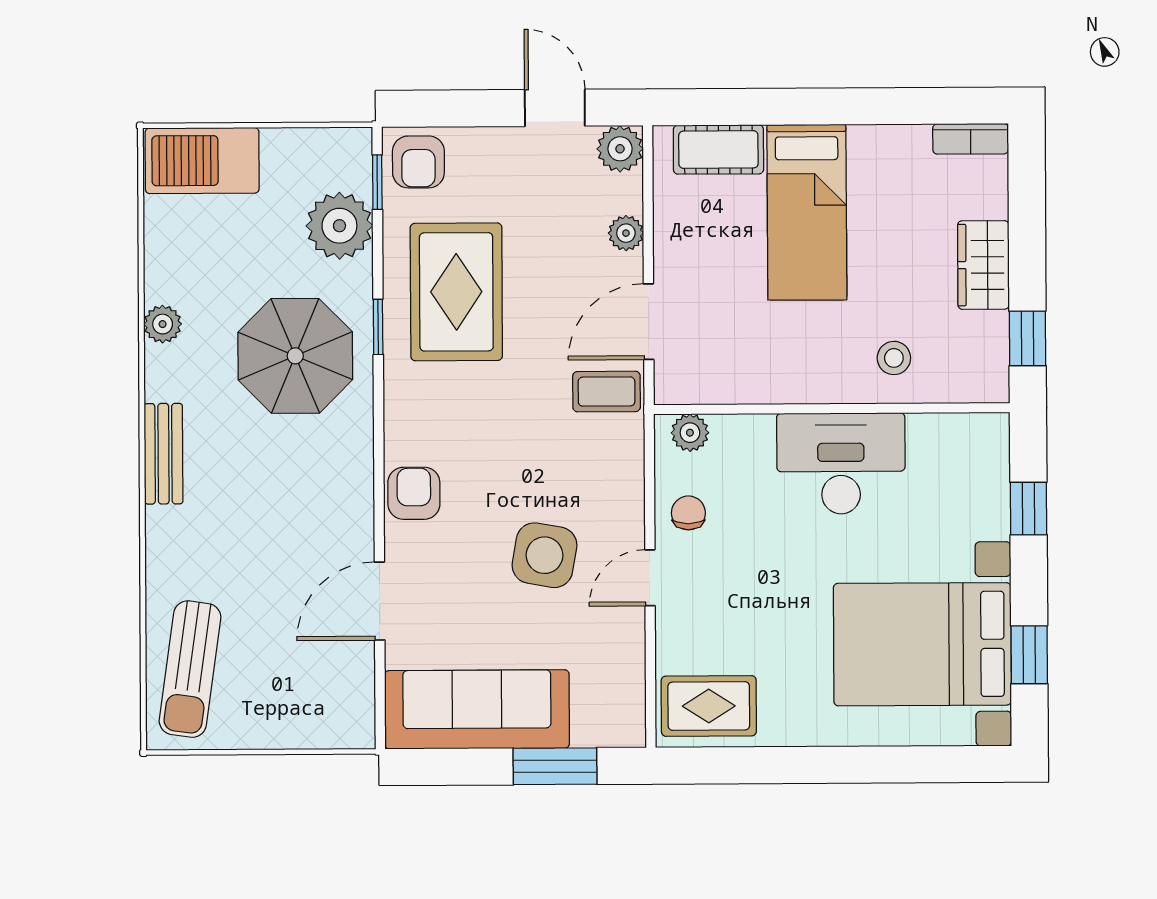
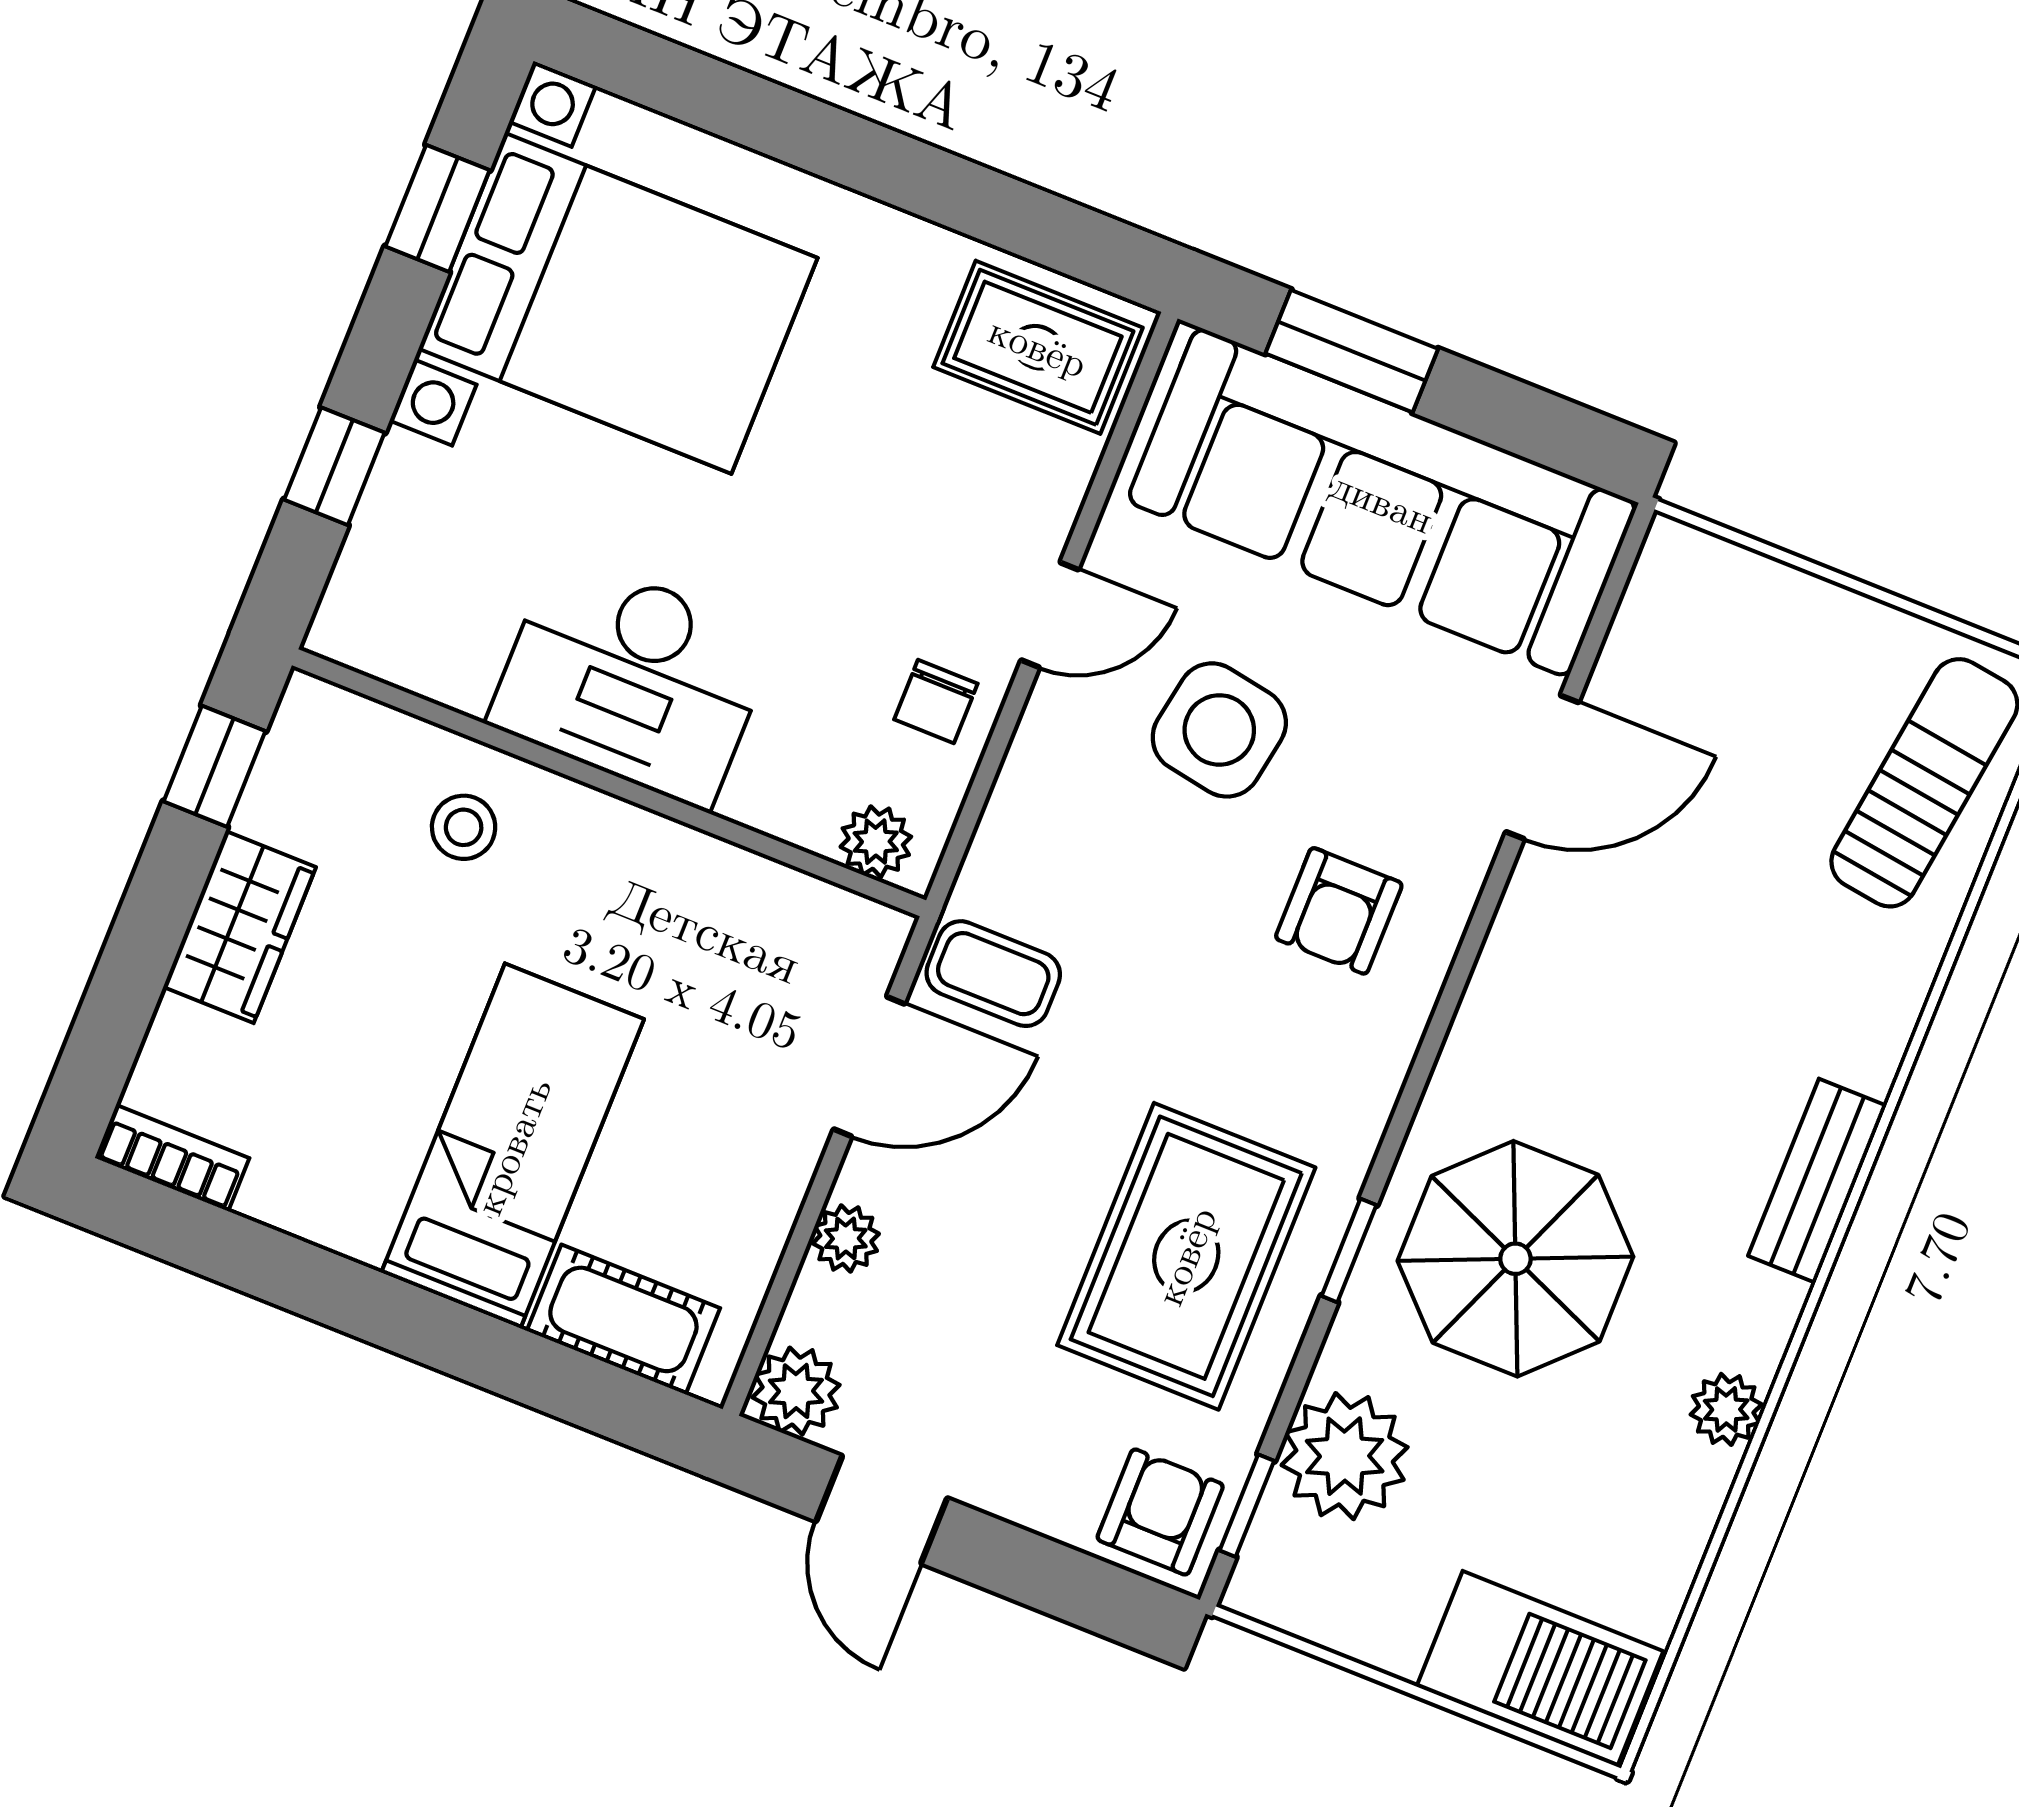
armchair: (414, 493) -> (1339, 911), moved
sofa: (477, 709) -> (1382, 502), width x1.36, depth x1.27

